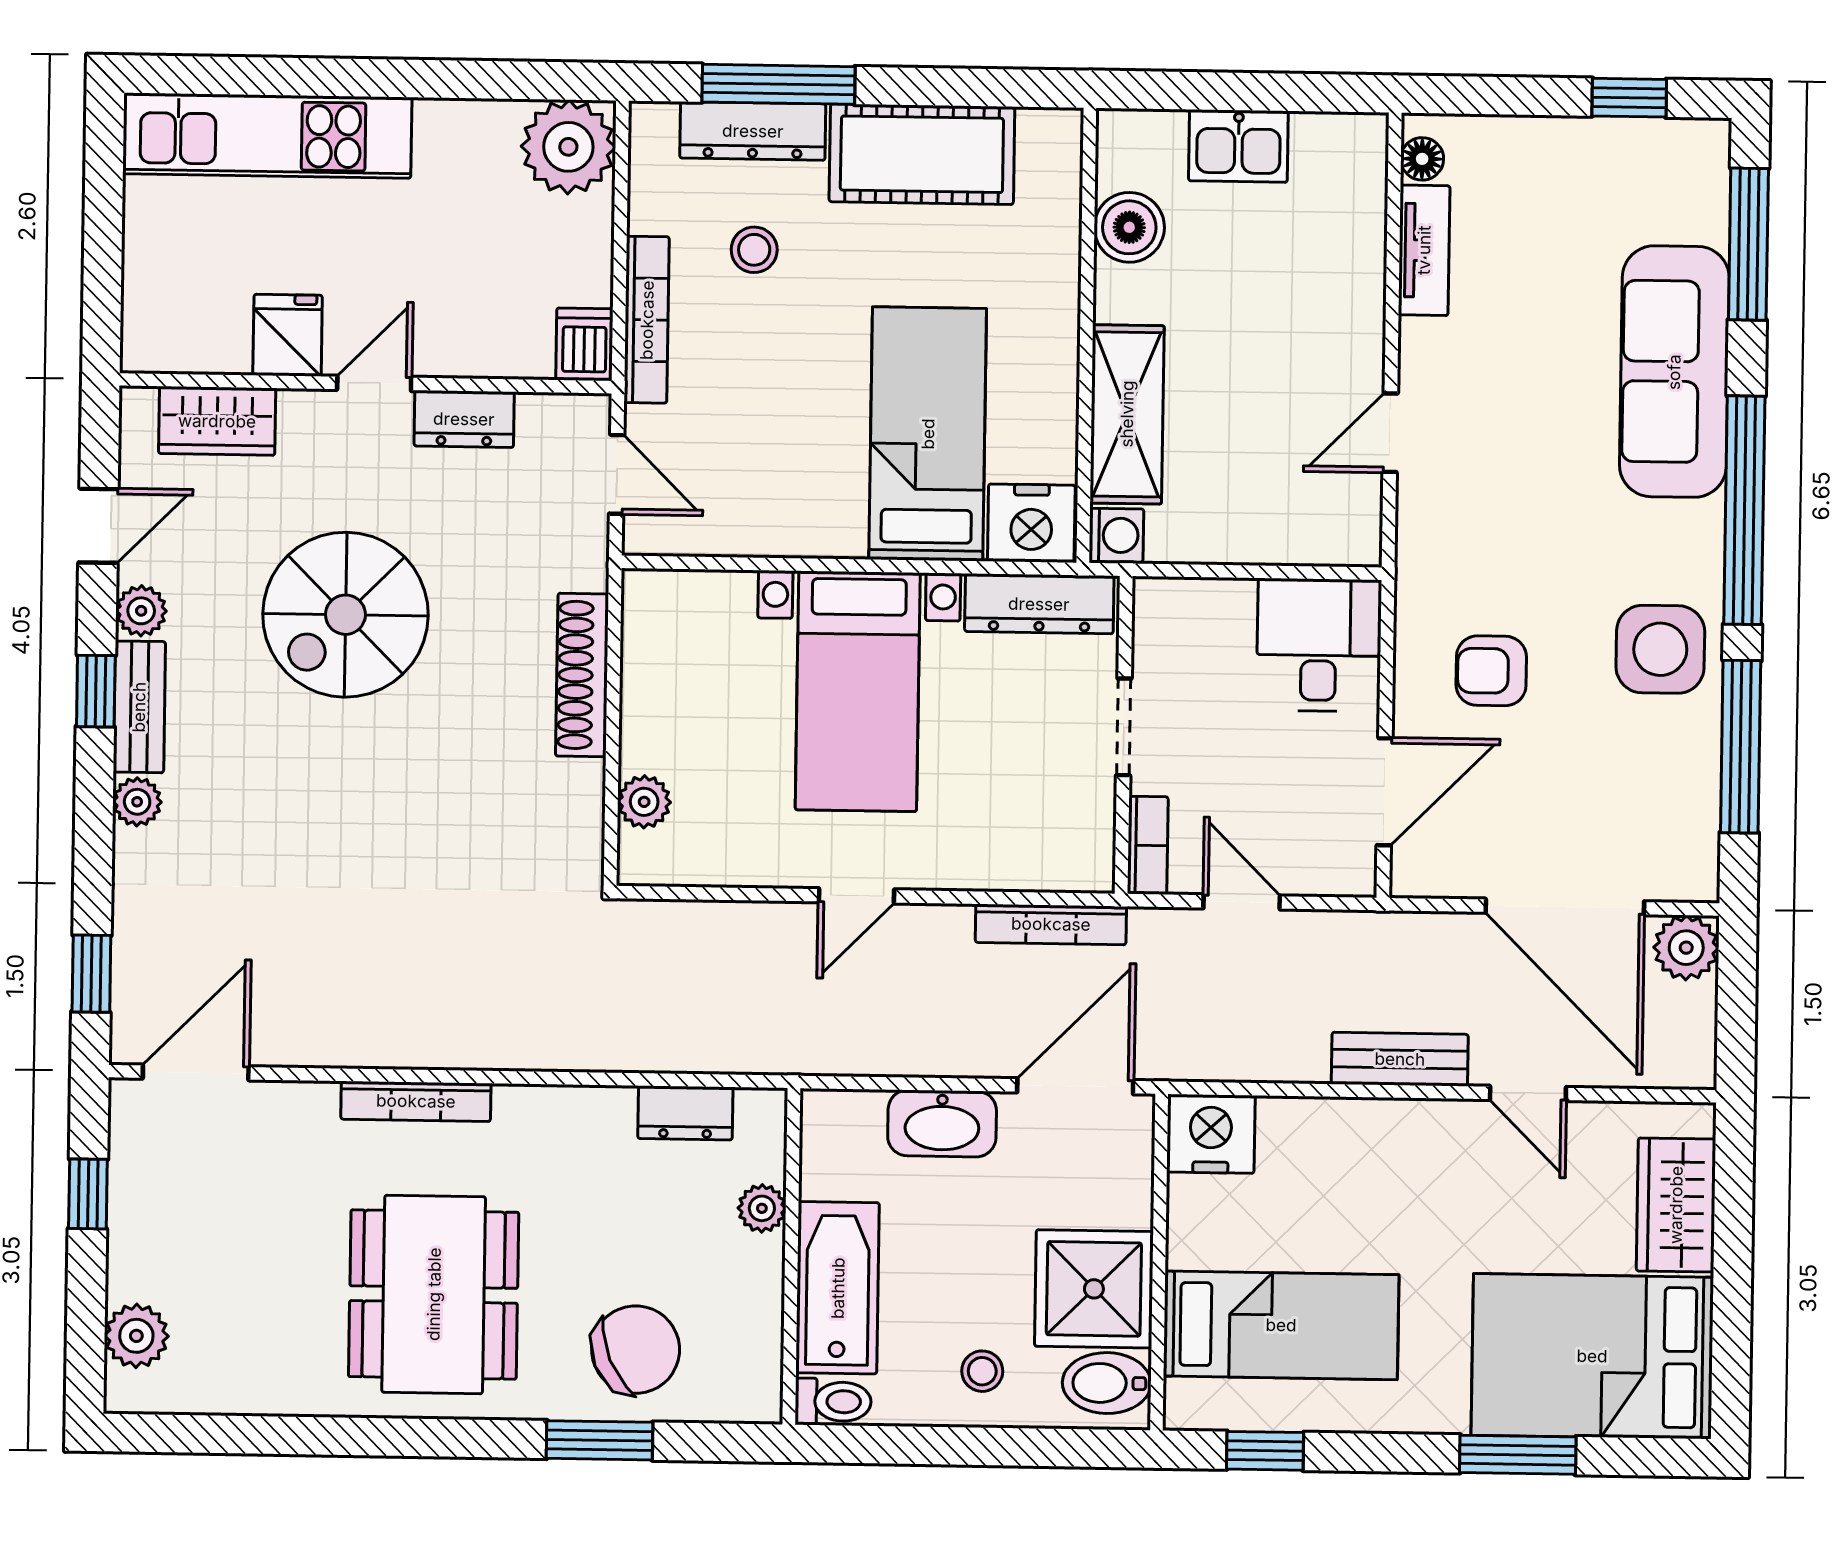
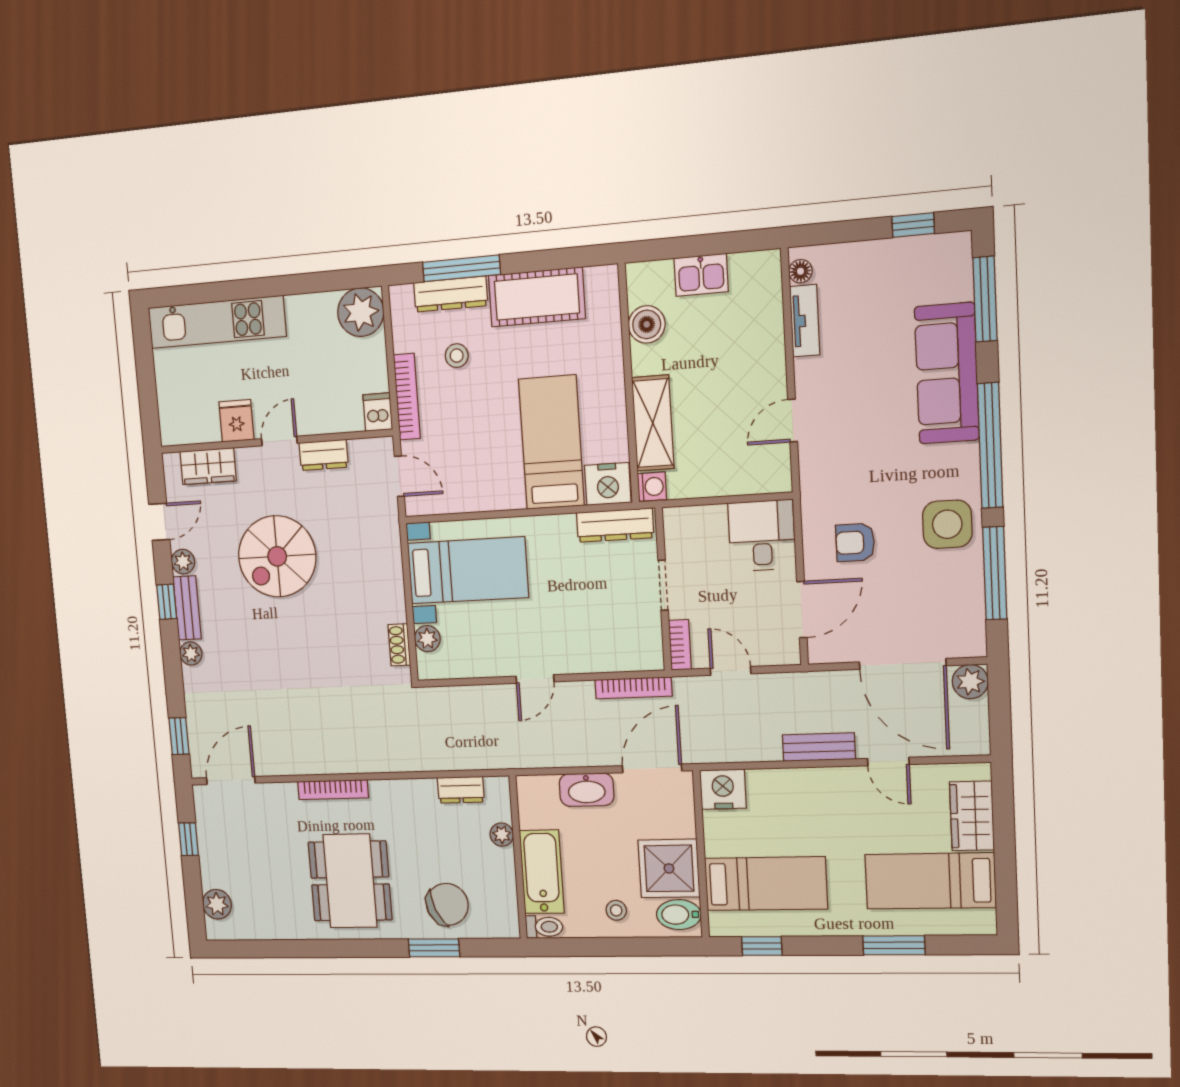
shoe rack: (582, 675) -> (399, 645), moved, width x0.51, depth x0.81
bed with nightstands: (858, 691) -> (468, 570), moved, turned -90
bed: (1592, 1356) -> (930, 881), width x0.67

